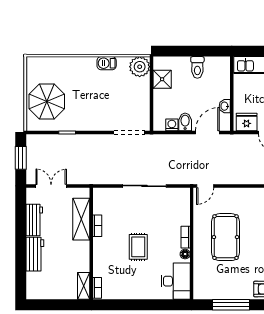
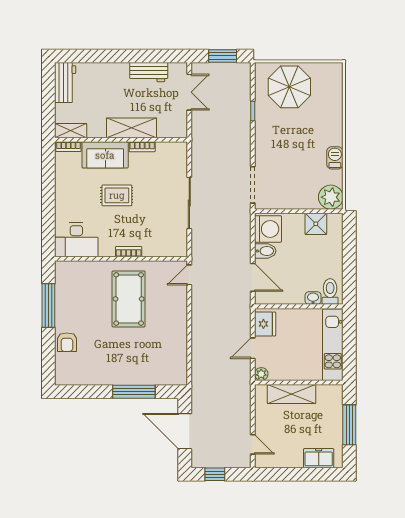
toilet: (197, 67) -> (330, 292), moved, turned 90
washbasin: (225, 106) -> (313, 298), moved
washing machine: (172, 125) -> (268, 229), width x1.89, depth x1.89
door: (205, 186) -> (189, 275), hinge flipped
shelving: (81, 219) -> (132, 128), moved
pool table: (225, 237) -> (129, 299), turned 90
workbench: (35, 254) -> (65, 83), moved, turned -90
floor lamp: (185, 254) -> (108, 251), removed
sofa: (104, 257) -> (105, 155), added

